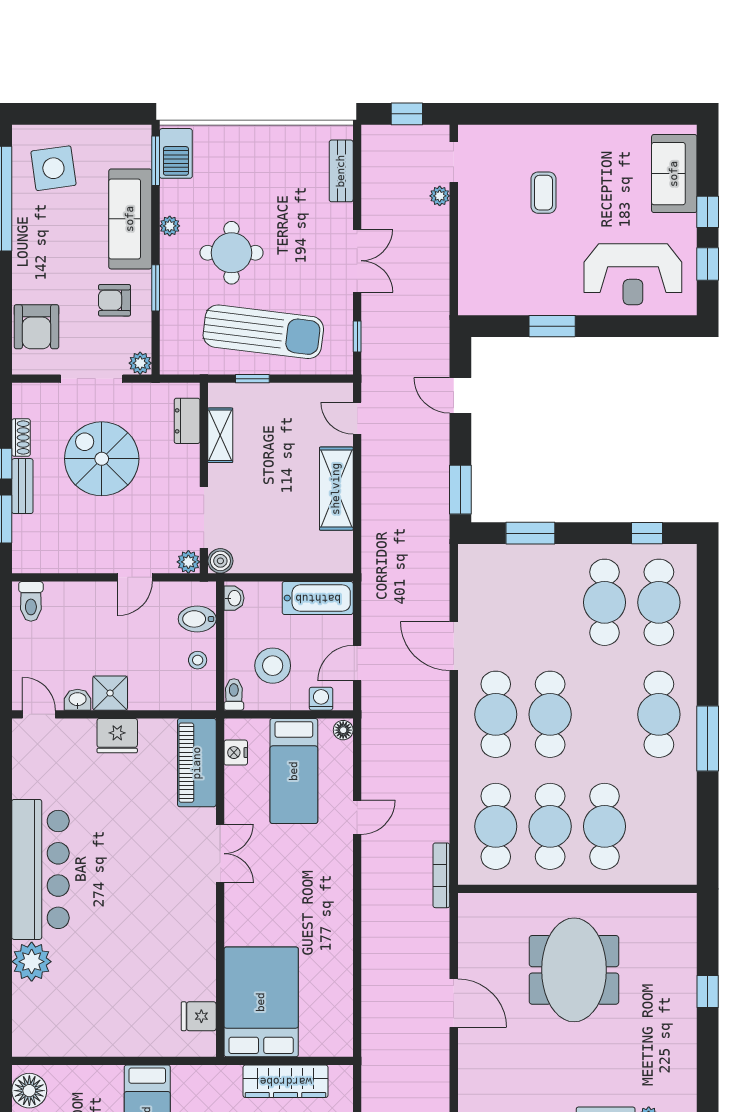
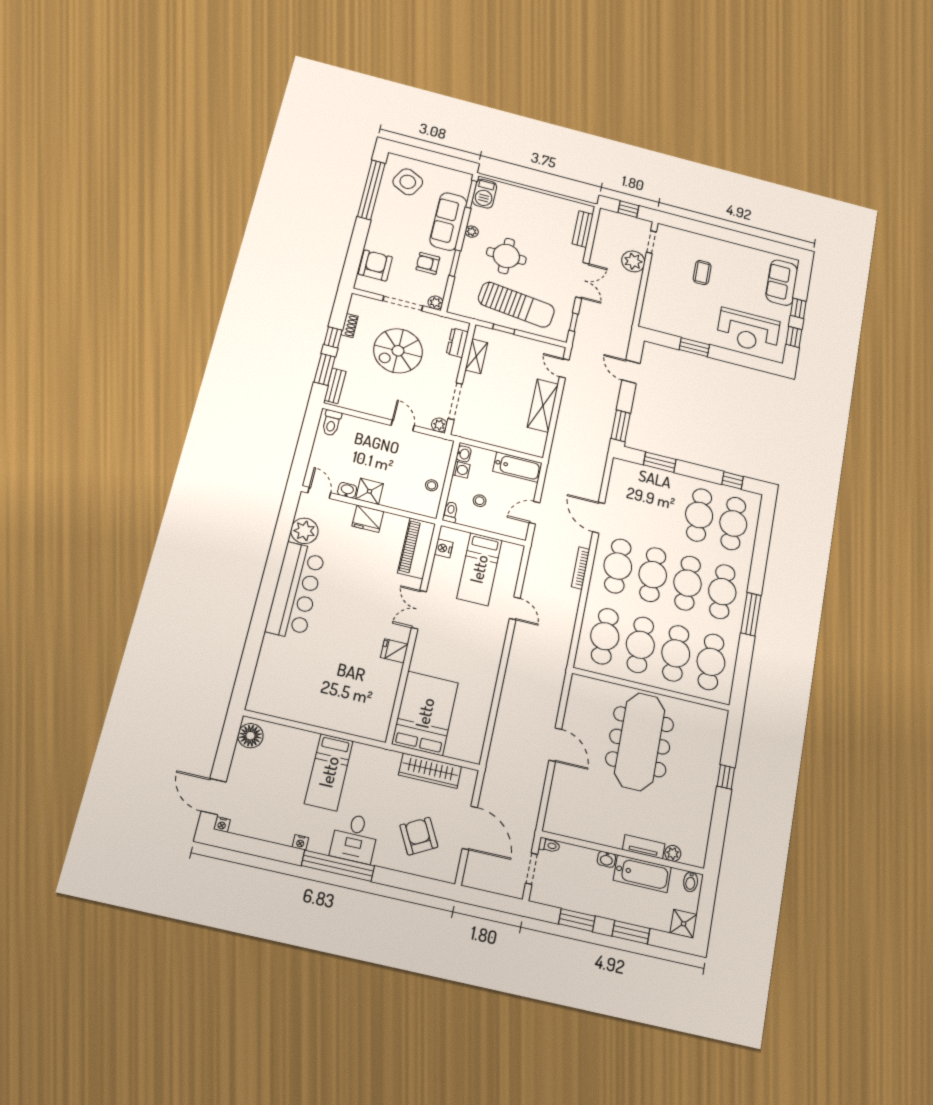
side table: (53, 168) -> (408, 182), turned 35
plant: (440, 196) -> (633, 261), width x1.88, depth x1.88
armchair: (36, 327) -> (375, 265), turned 180
spiral stairs: (102, 459) -> (398, 351), turned -90
bench: (22, 486) -> (335, 386), moved
boiler: (220, 561) -> (460, 429), removed
door: (135, 577) -> (403, 425), swing flipped
bidet: (197, 619) -> (437, 460), removed
stool: (273, 666) -> (480, 501), width x0.53, depth x0.53
washing machine: (321, 699) -> (461, 470), moved, turned 90
cafe table: (605, 714) -> (688, 583), added
floor lamp: (343, 730) -> (517, 552), removed
door: (357, 817) -> (515, 608), hinge flipped
cafe table: (659, 826) -> (711, 662), added
double door: (220, 854) -> (419, 610), swing flipped
bookcase: (441, 875) -> (581, 568), moved
plant: (32, 962) -> (304, 531), moved
meeting table: (574, 970) -> (640, 742), width x1.36
fridge: (199, 1016) -> (394, 651), moved

